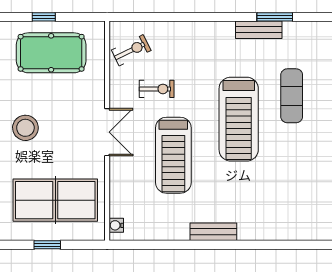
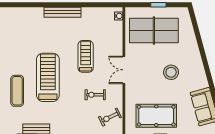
treadmill: (173, 155) -> (86, 56), width x0.73, depth x0.73
bench: (213, 232) -> (62, 12), width x1.36

